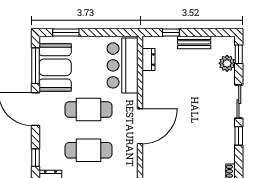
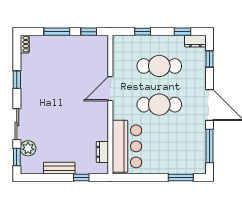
booth: (55, 67) -> (191, 145), removed
sliding door: (239, 102) -> (17, 124), moved
door: (140, 126) -> (110, 89), width x0.73

